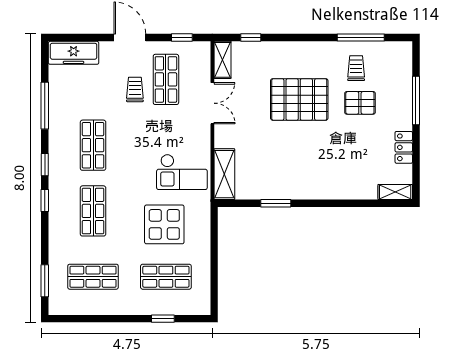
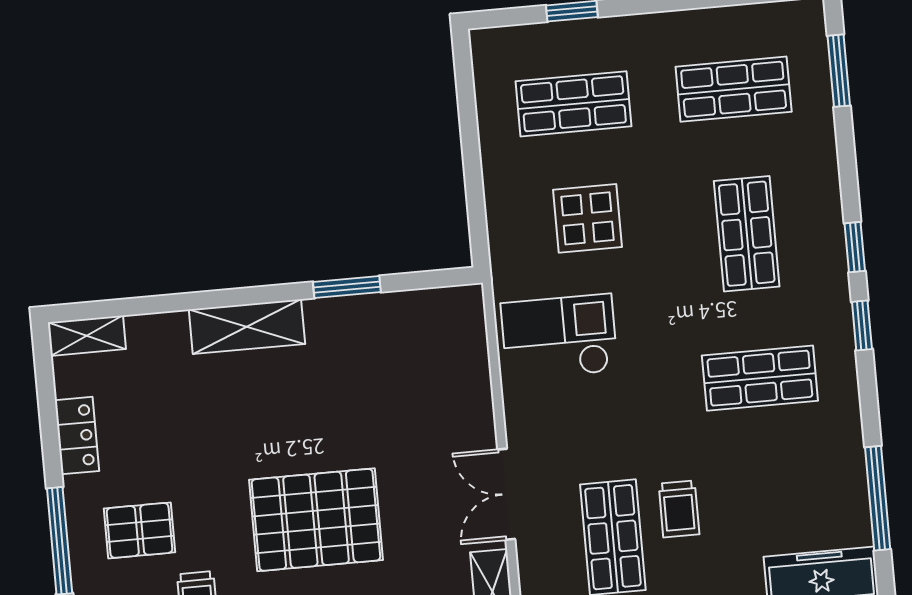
pallet: (360, 103) -> (139, 530), moved
window: (45, 106) -> (878, 498), moved
shop shelf: (93, 145) -> (760, 378), turned 90
shelving: (224, 174) -> (247, 327), moved, turned 90
display table: (164, 224) -> (588, 218), width x0.73, depth x0.73

